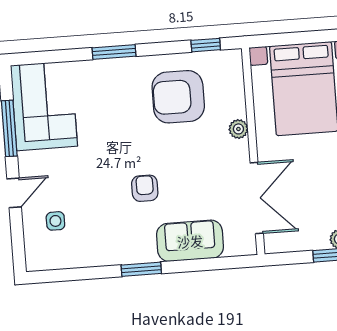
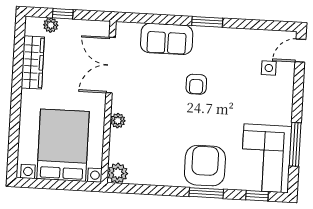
window: (206, 45) -> (257, 196), moved
plant: (230, 62) -> (118, 173), added
armchair: (178, 97) -> (205, 166), moved, turned -90
door: (14, 193) -> (300, 51), moved

